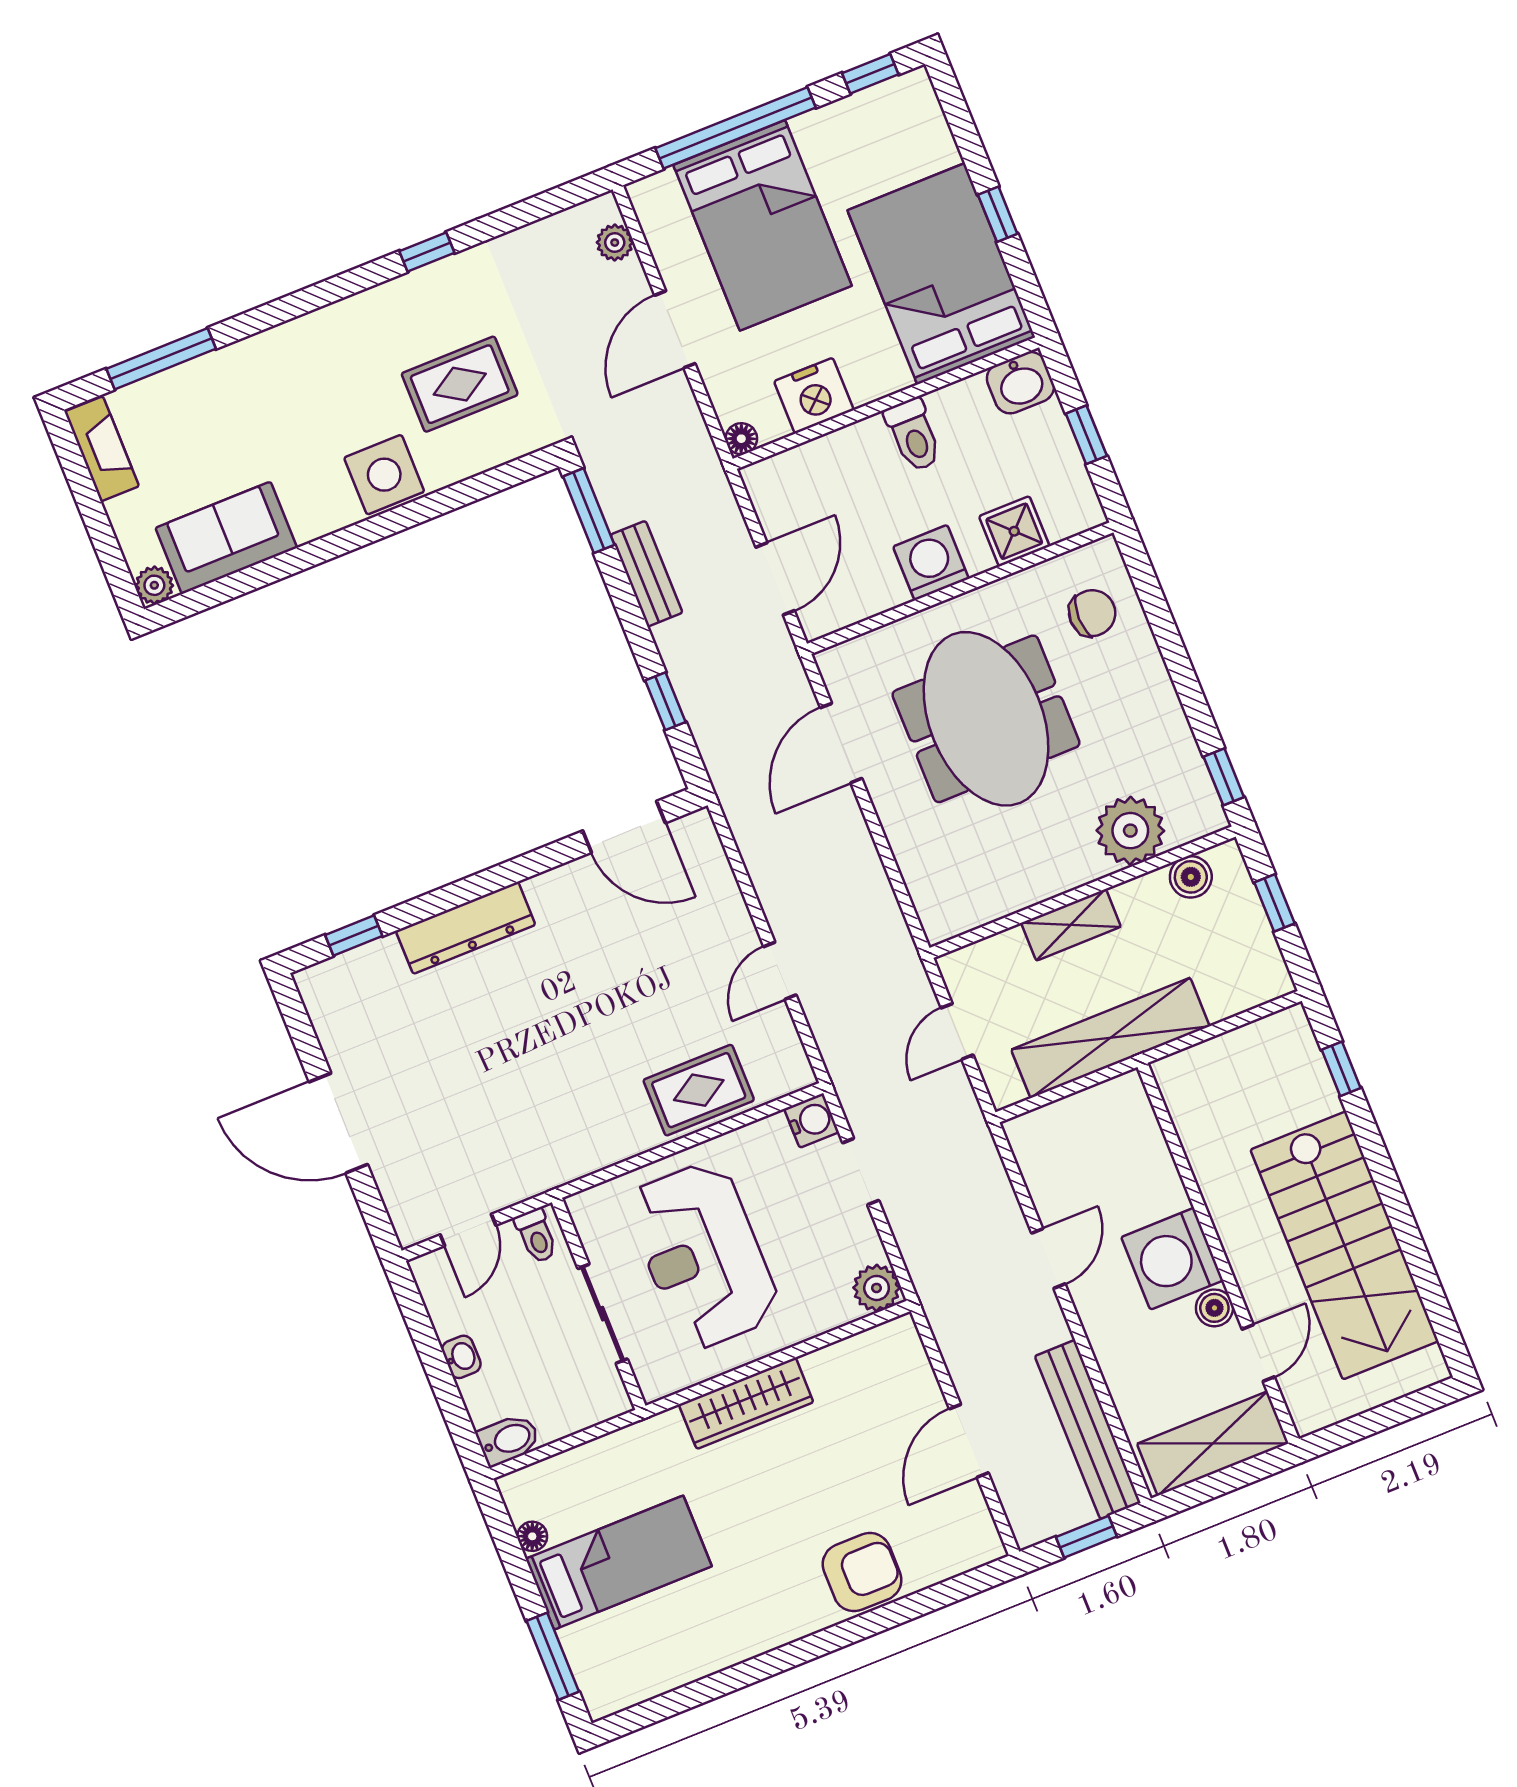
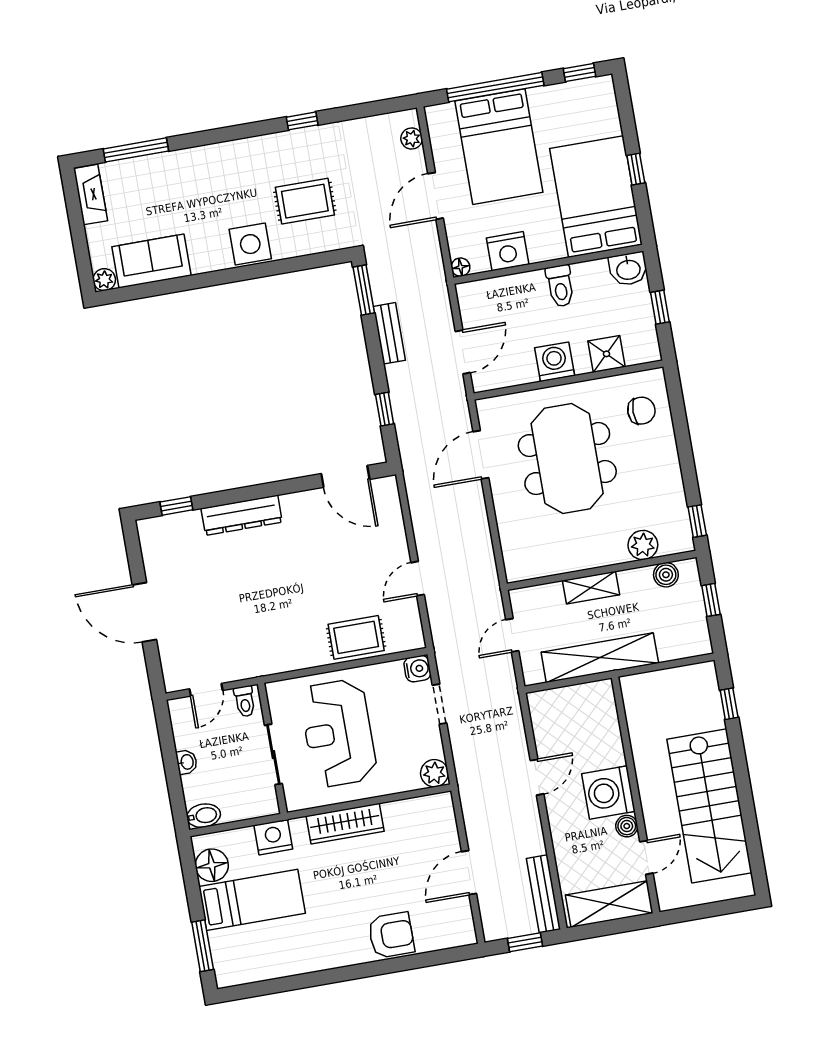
plant: (1130, 831) -> (643, 545), width x0.73, depth x0.73
bench: (1088, 1429) -> (543, 894), width x0.73, depth x0.82
nightstand: (632, 1451) -> (273, 837), added
floor lamp: (532, 1536) -> (212, 865), width x1.89, depth x1.89

